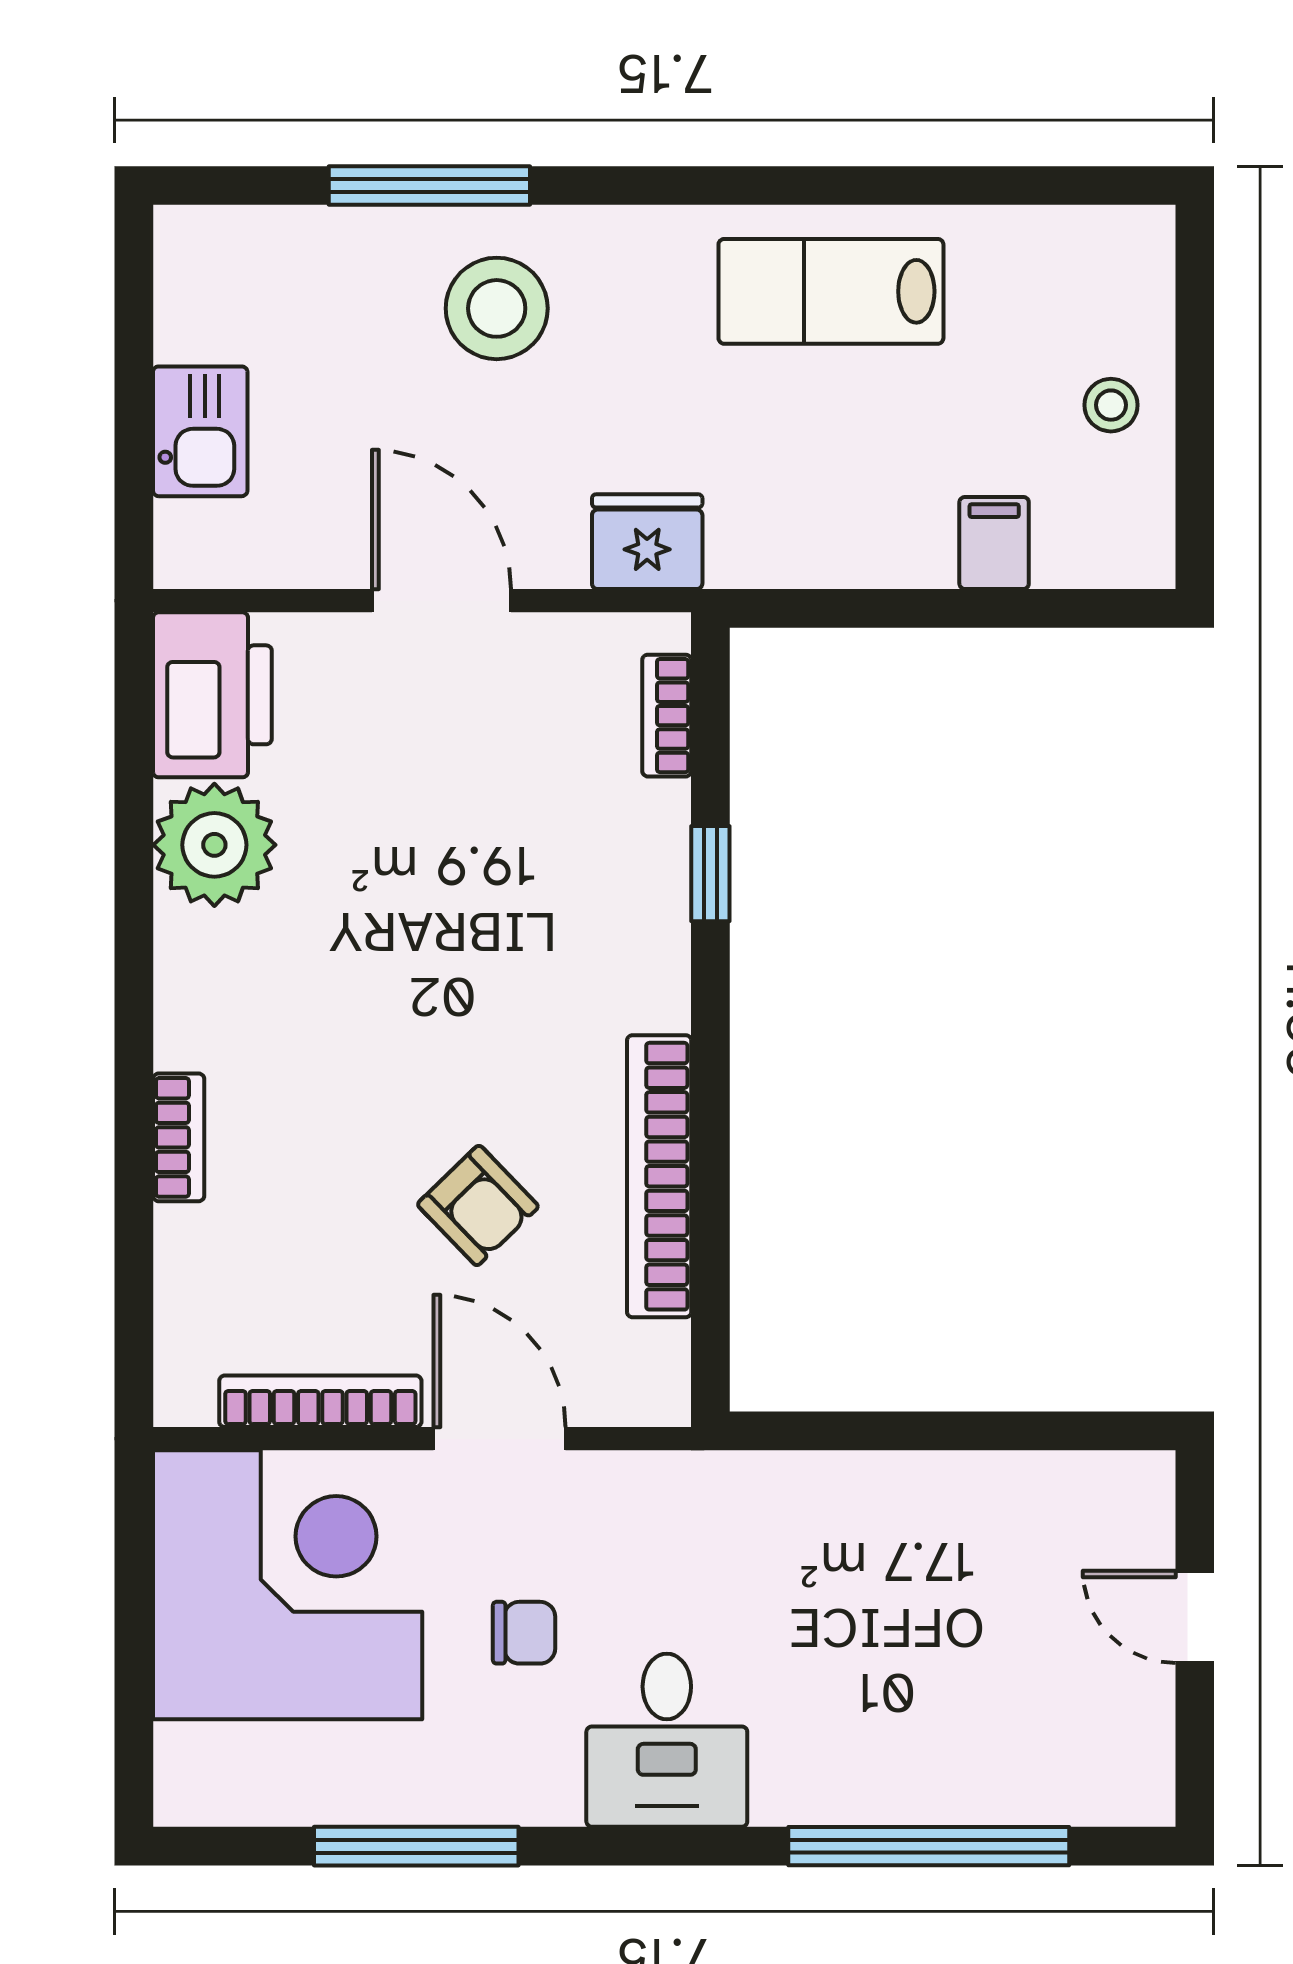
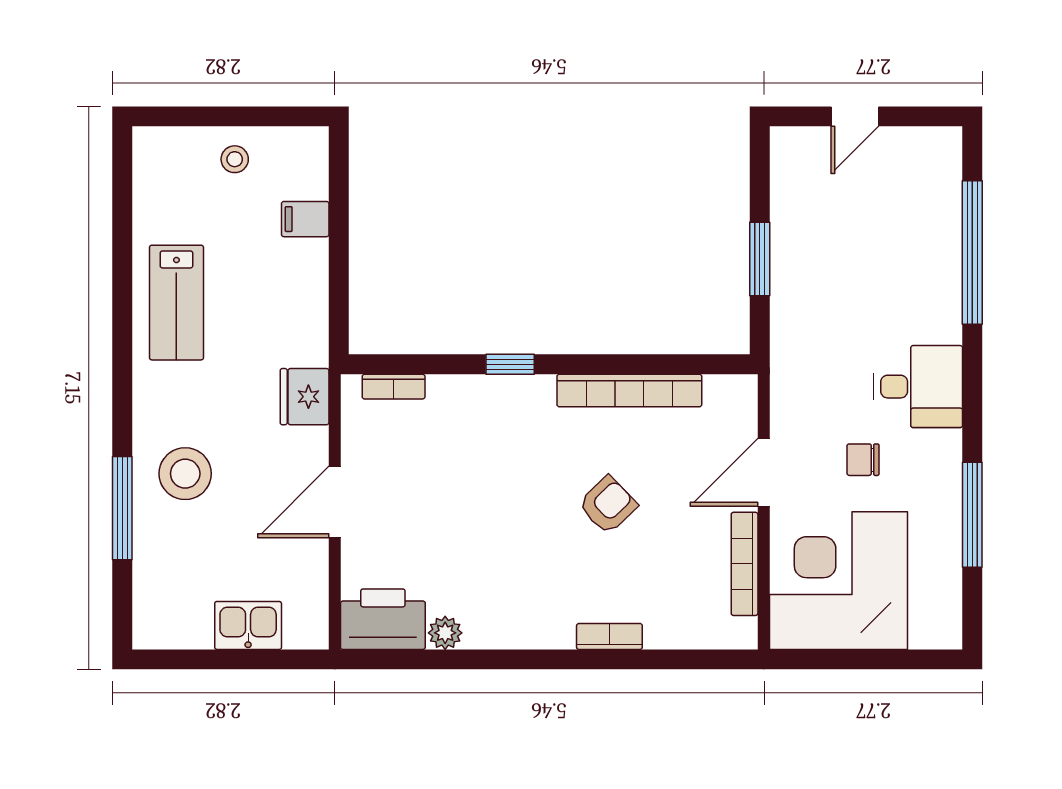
plant: (214, 845) -> (445, 633), width x0.53, depth x0.53
window: (710, 874) -> (510, 364), moved
armchair: (478, 1205) -> (608, 505), moved
window: (916, 1431) -> (760, 259), added
chair: (524, 1633) -> (863, 460), turned -90

